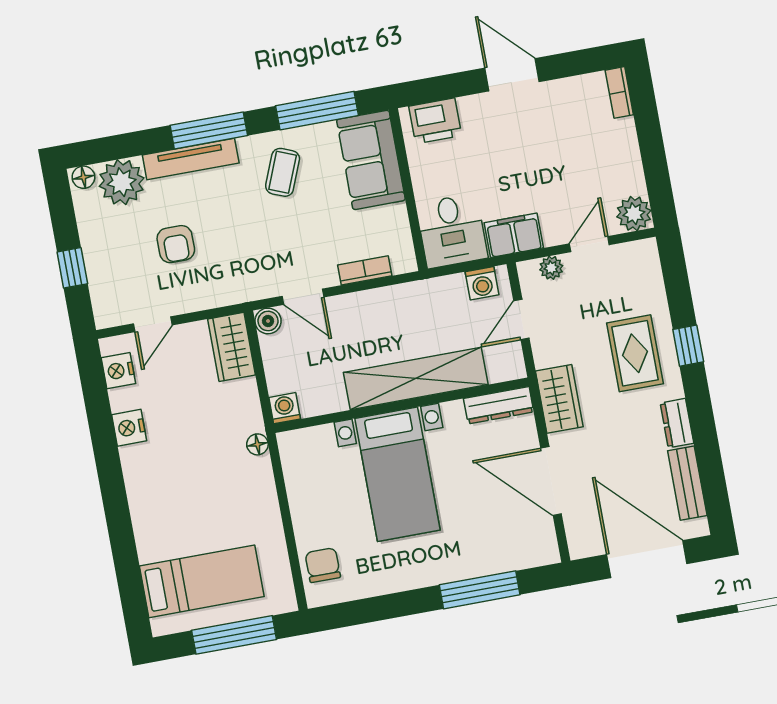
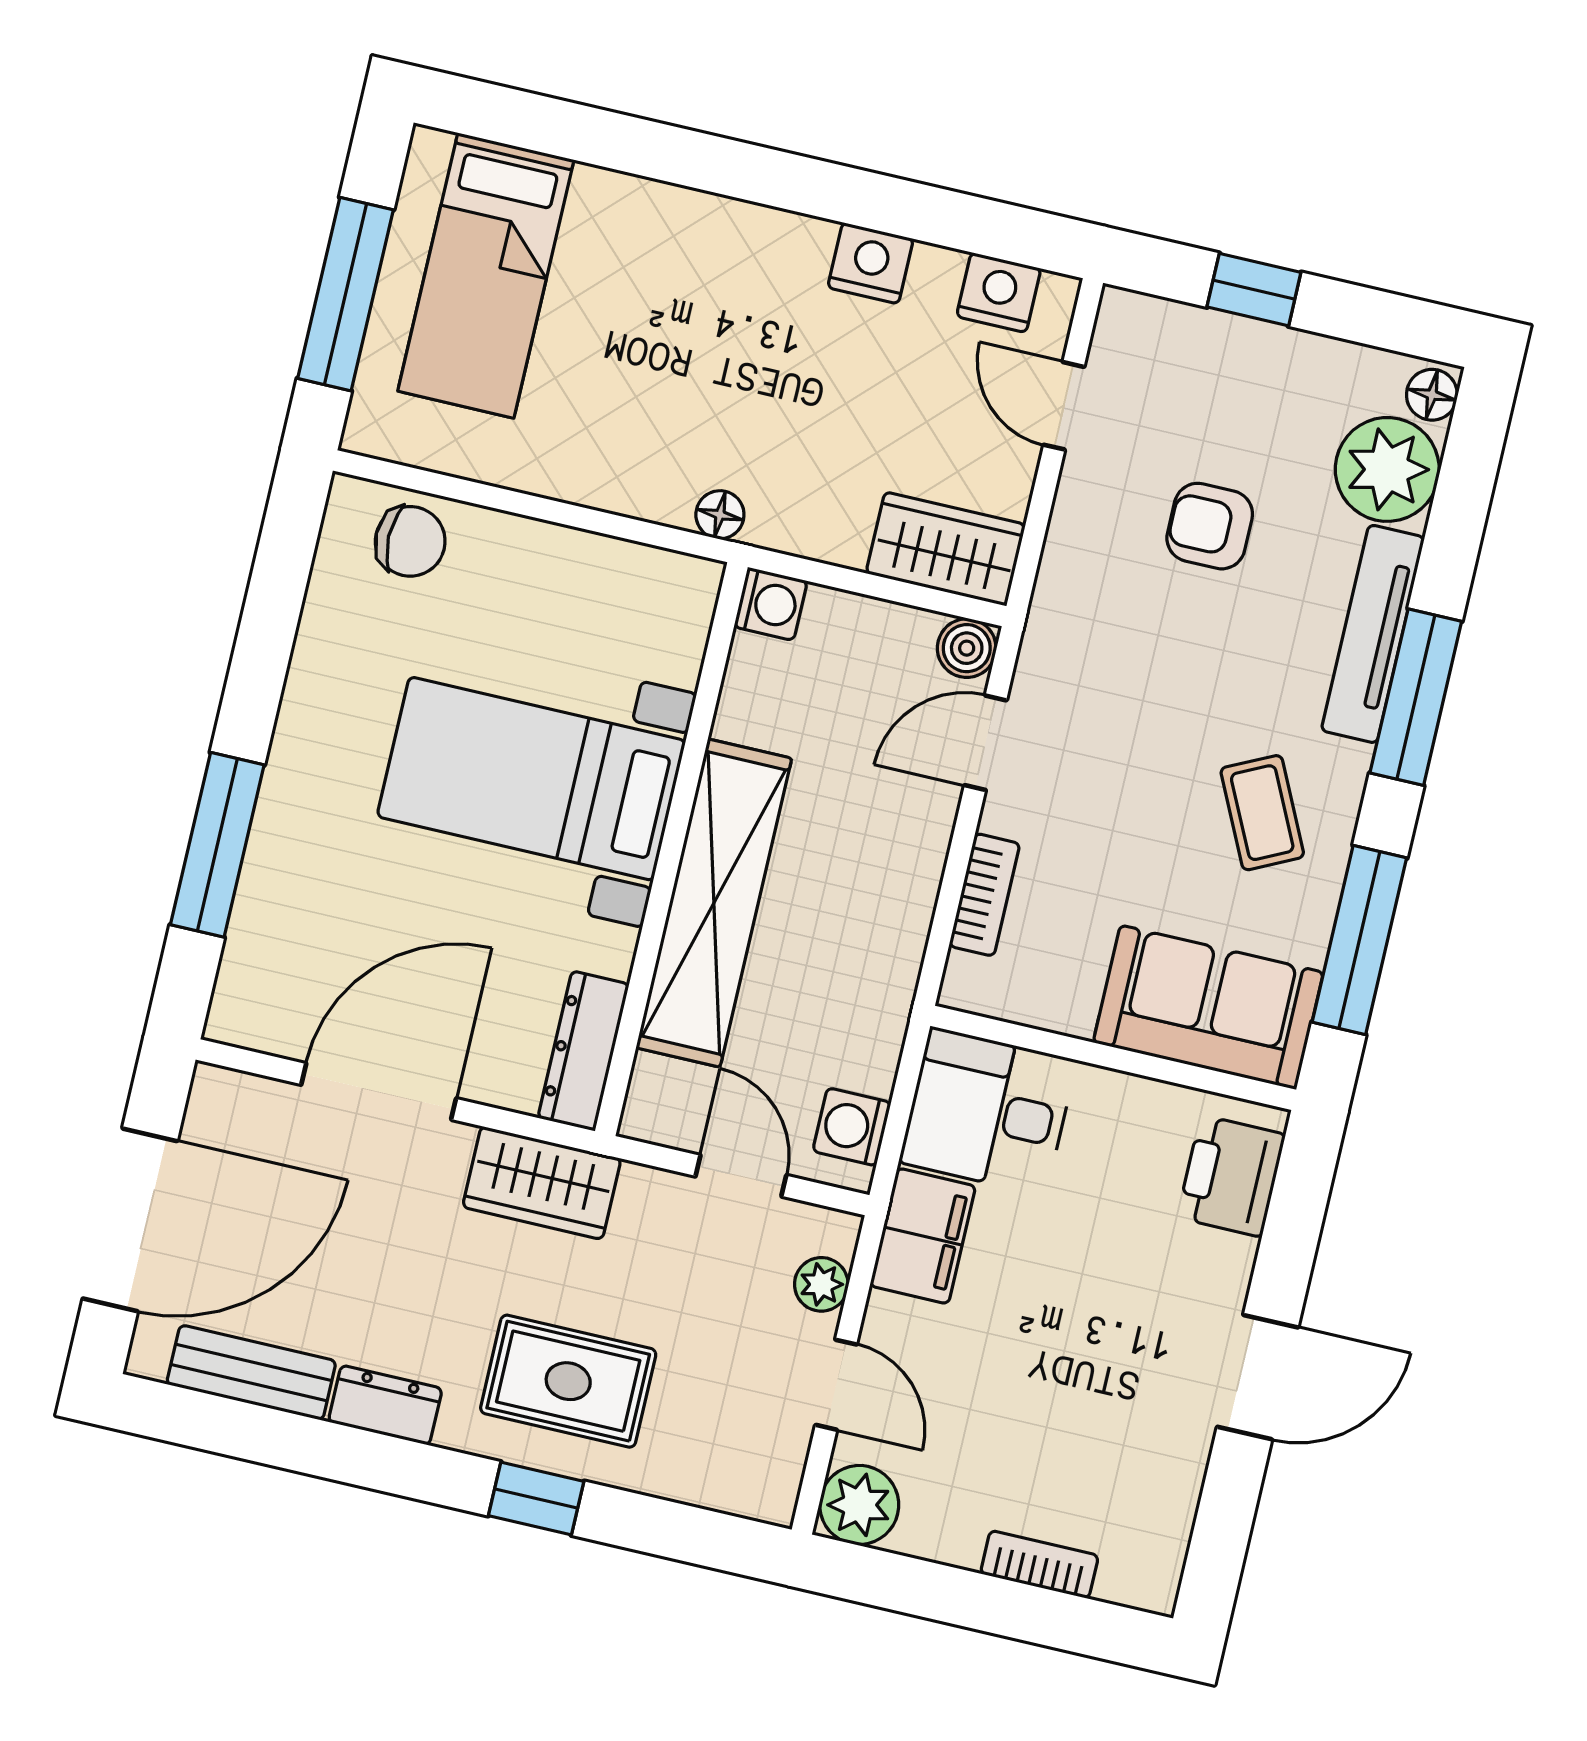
bookcase: (619, 92) -> (1039, 1565), moved
coffee table: (283, 172) -> (1262, 813), turned 42

